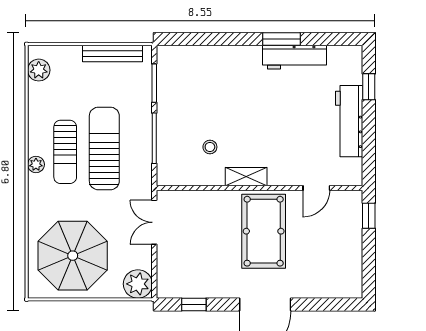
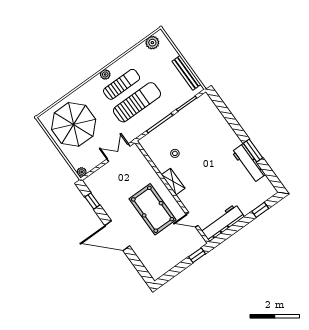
workbench: (349, 121) -> (222, 223), moved
sun lounger: (65, 152) -> (122, 84), turned 180
pool table: (264, 231) -> (153, 209), turned 90
plant: (138, 284) -> (82, 172), width x0.53, depth x0.53

